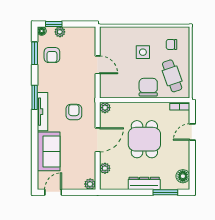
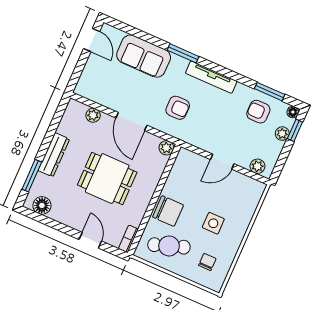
window: (35, 97) -> (183, 53), moved
tv unit: (42, 112) -> (211, 77), moved
plant: (90, 184) -> (257, 166), moved

